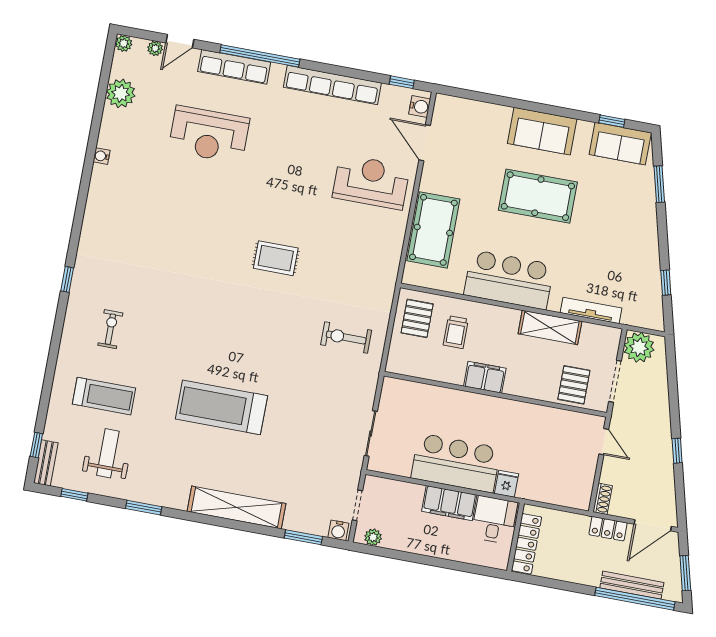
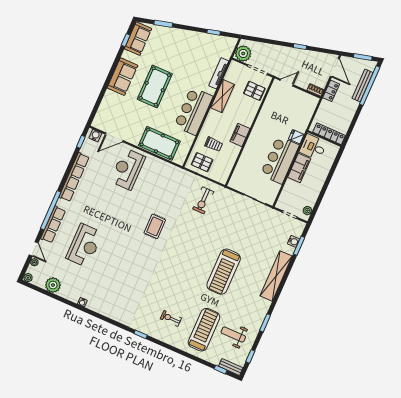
treadmill: (104, 396) -> (204, 330), width x1.37, depth x1.38
water cooler: (338, 530) -> (294, 241), moved

